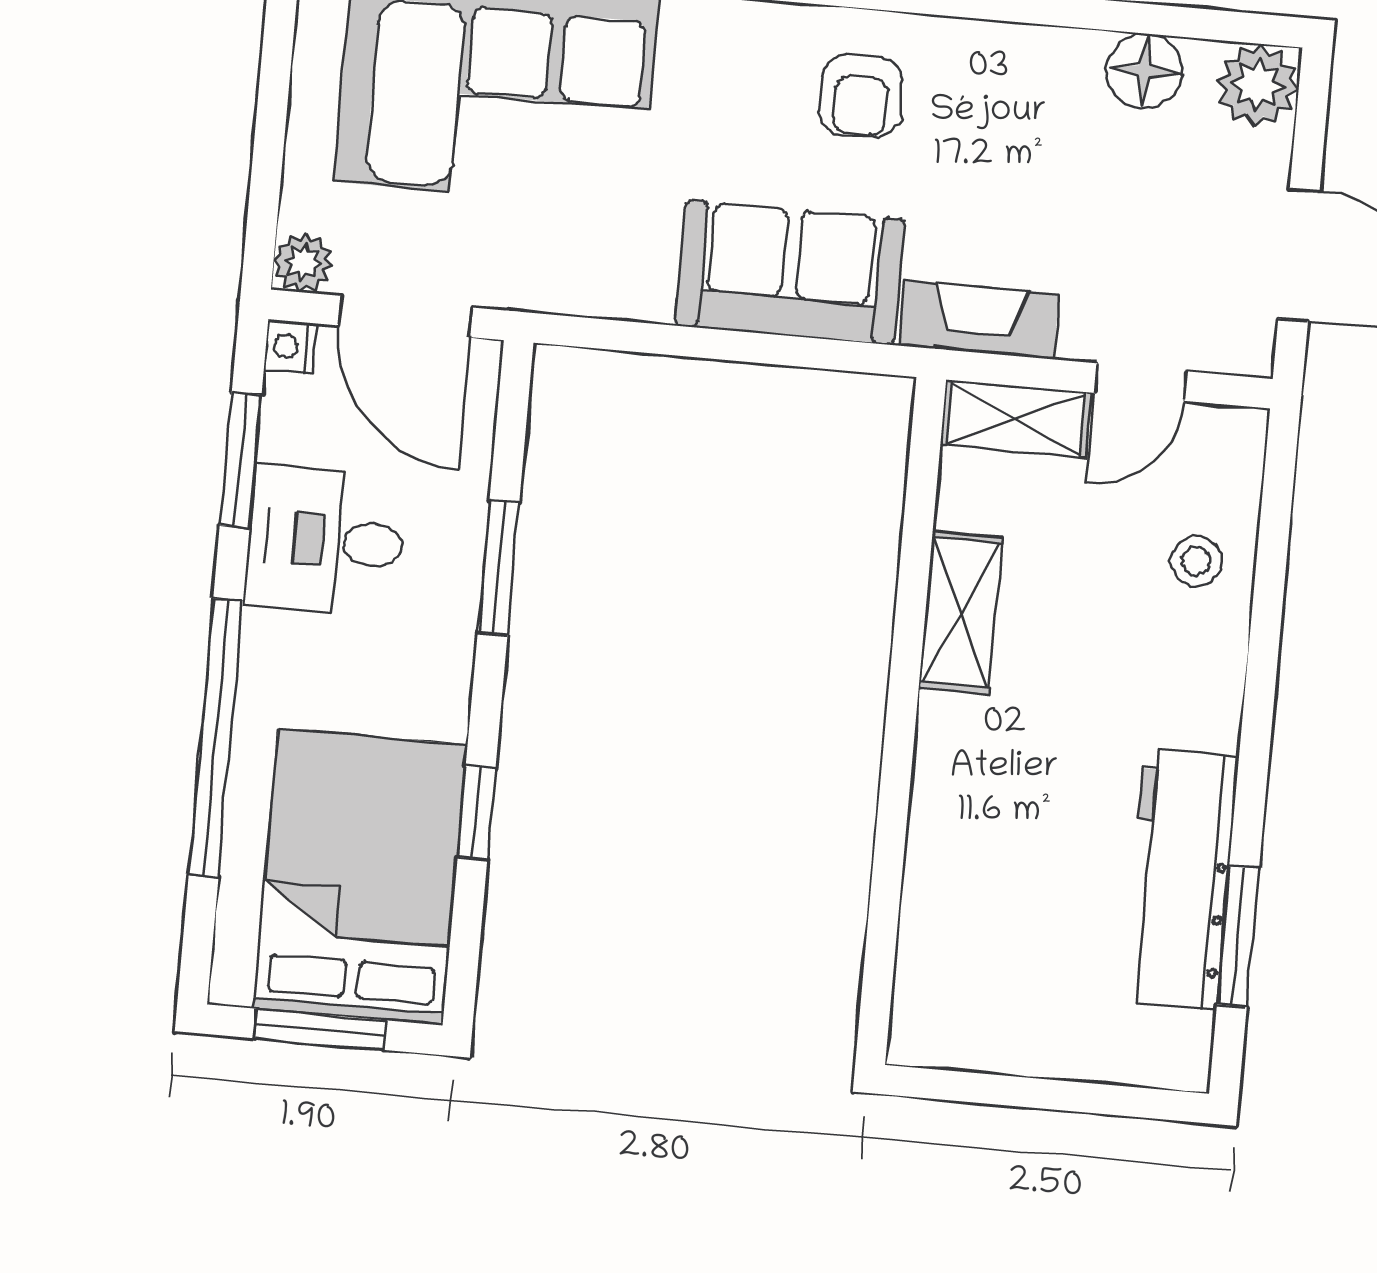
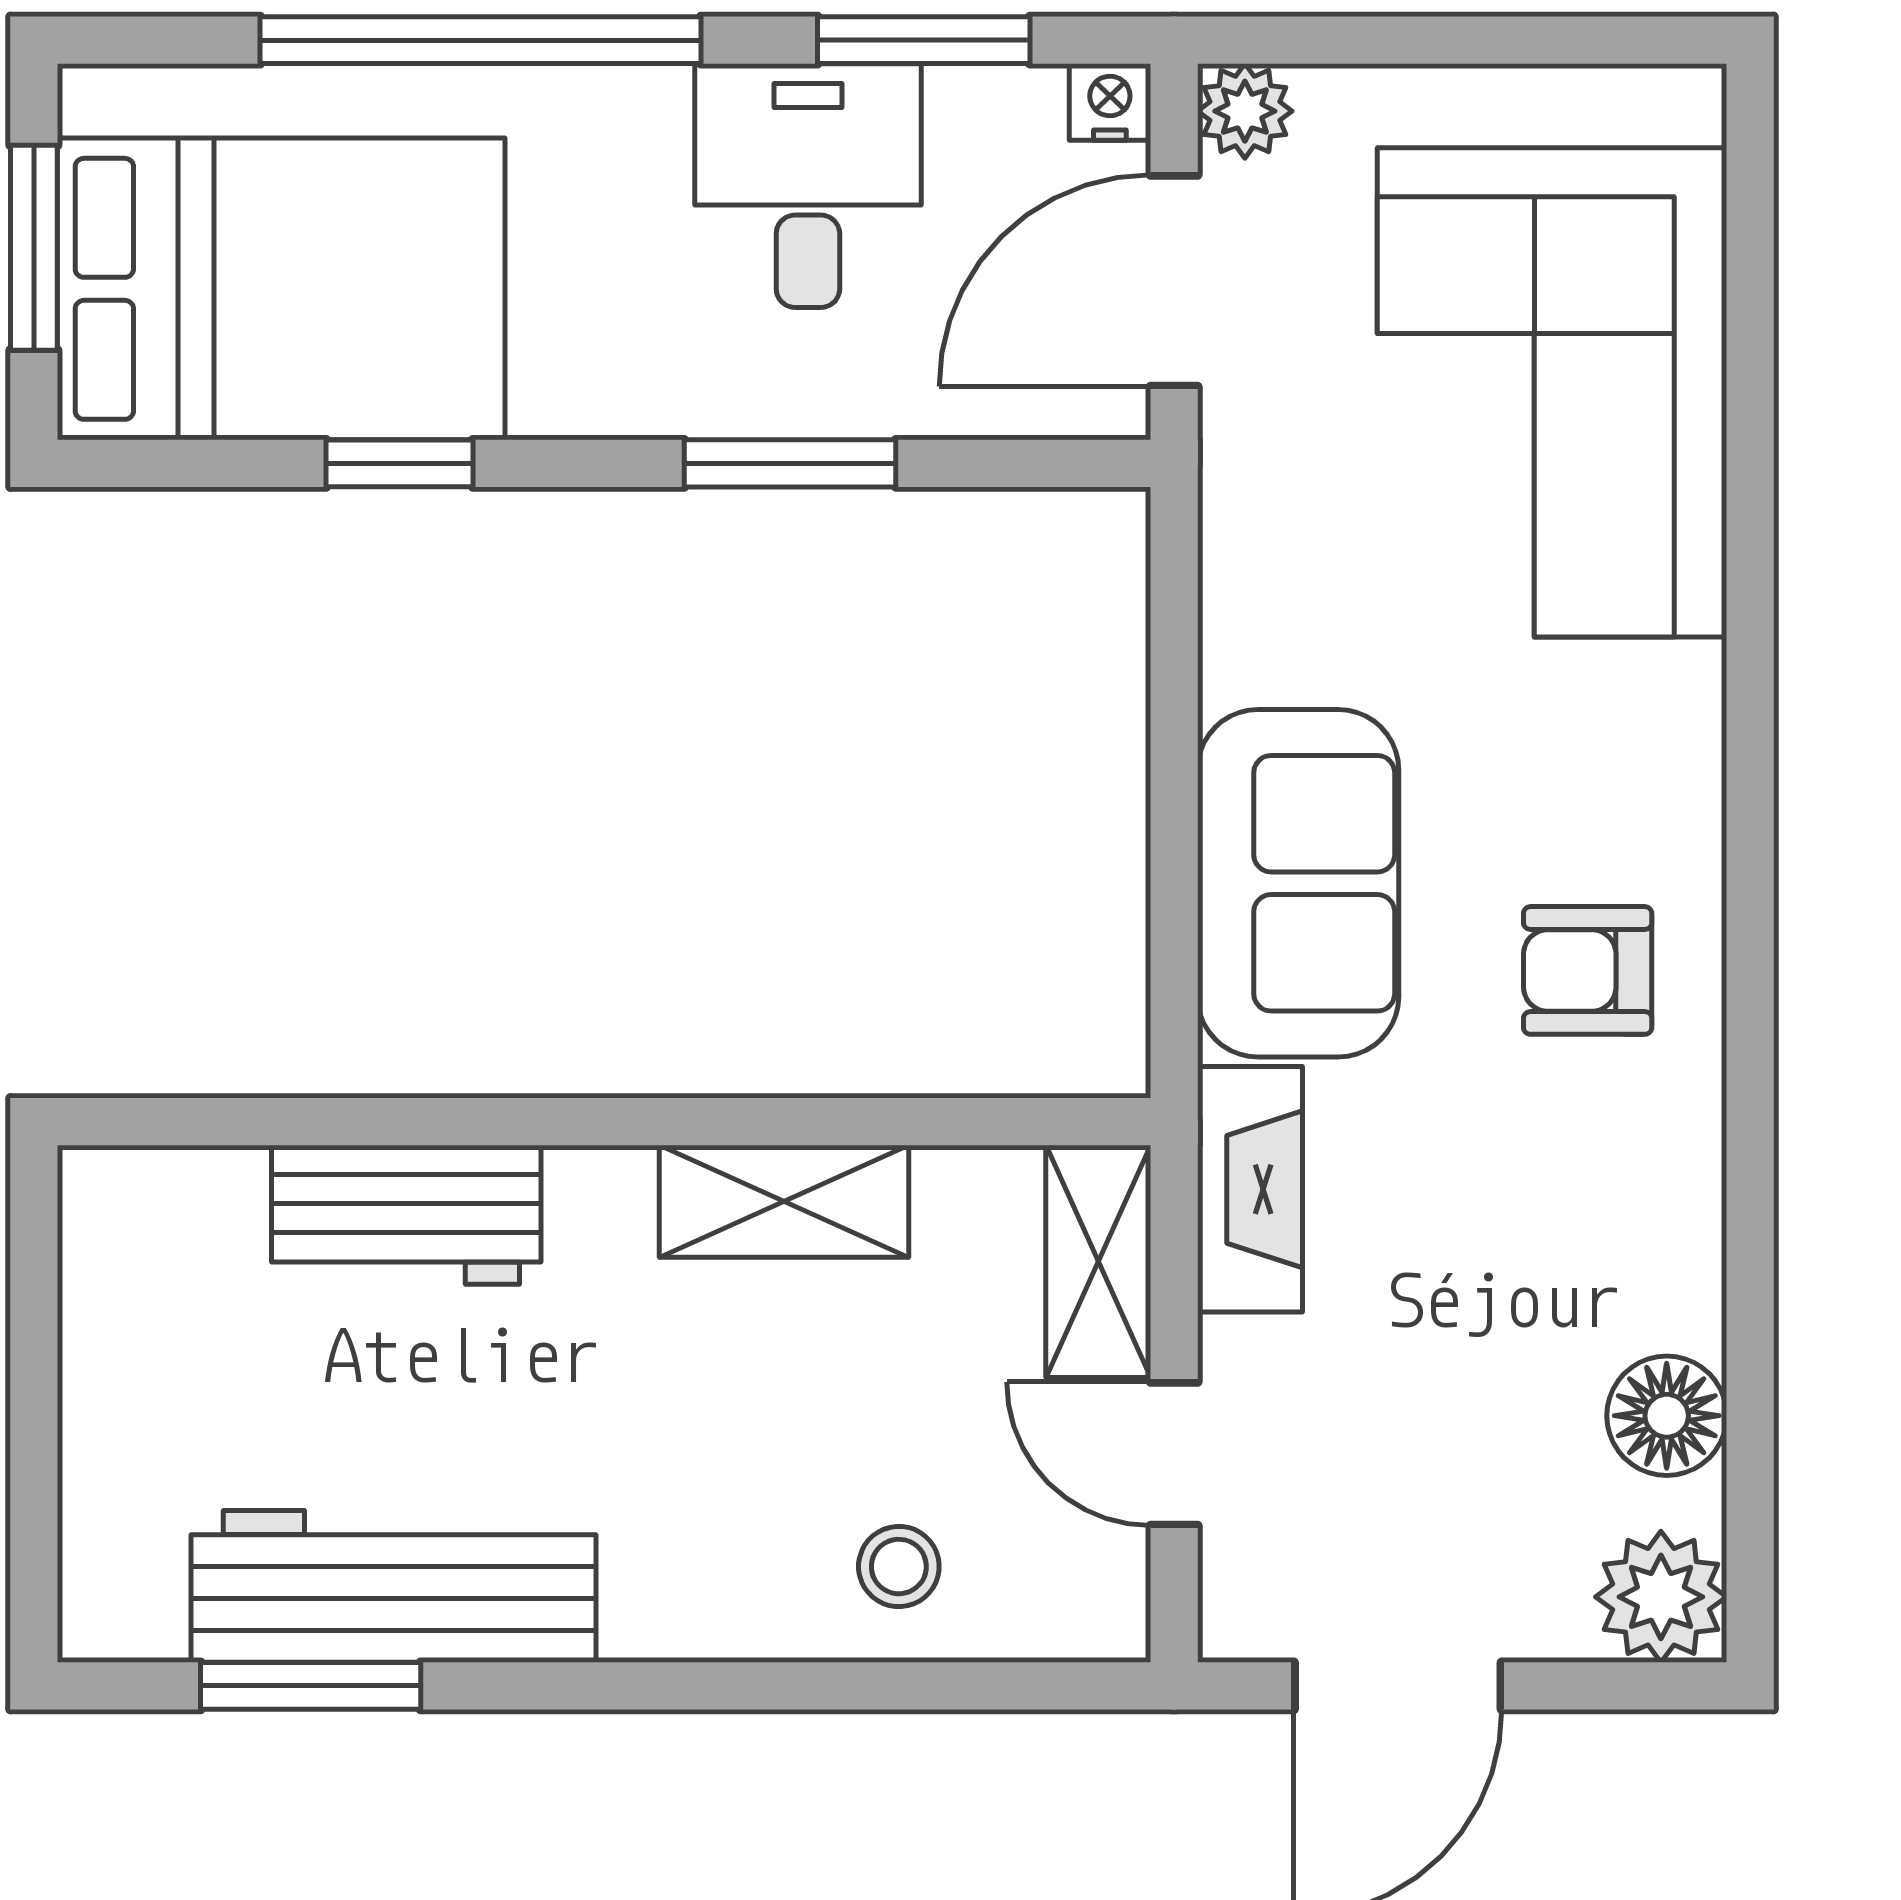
workbench: (948, 850) -> (406, 1215), added

